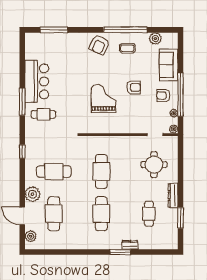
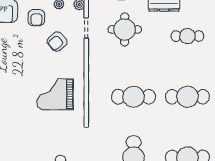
armchair: (134, 87) -> (57, 42), moved, turned -131
grand piano: (104, 98) -> (55, 94), moved

